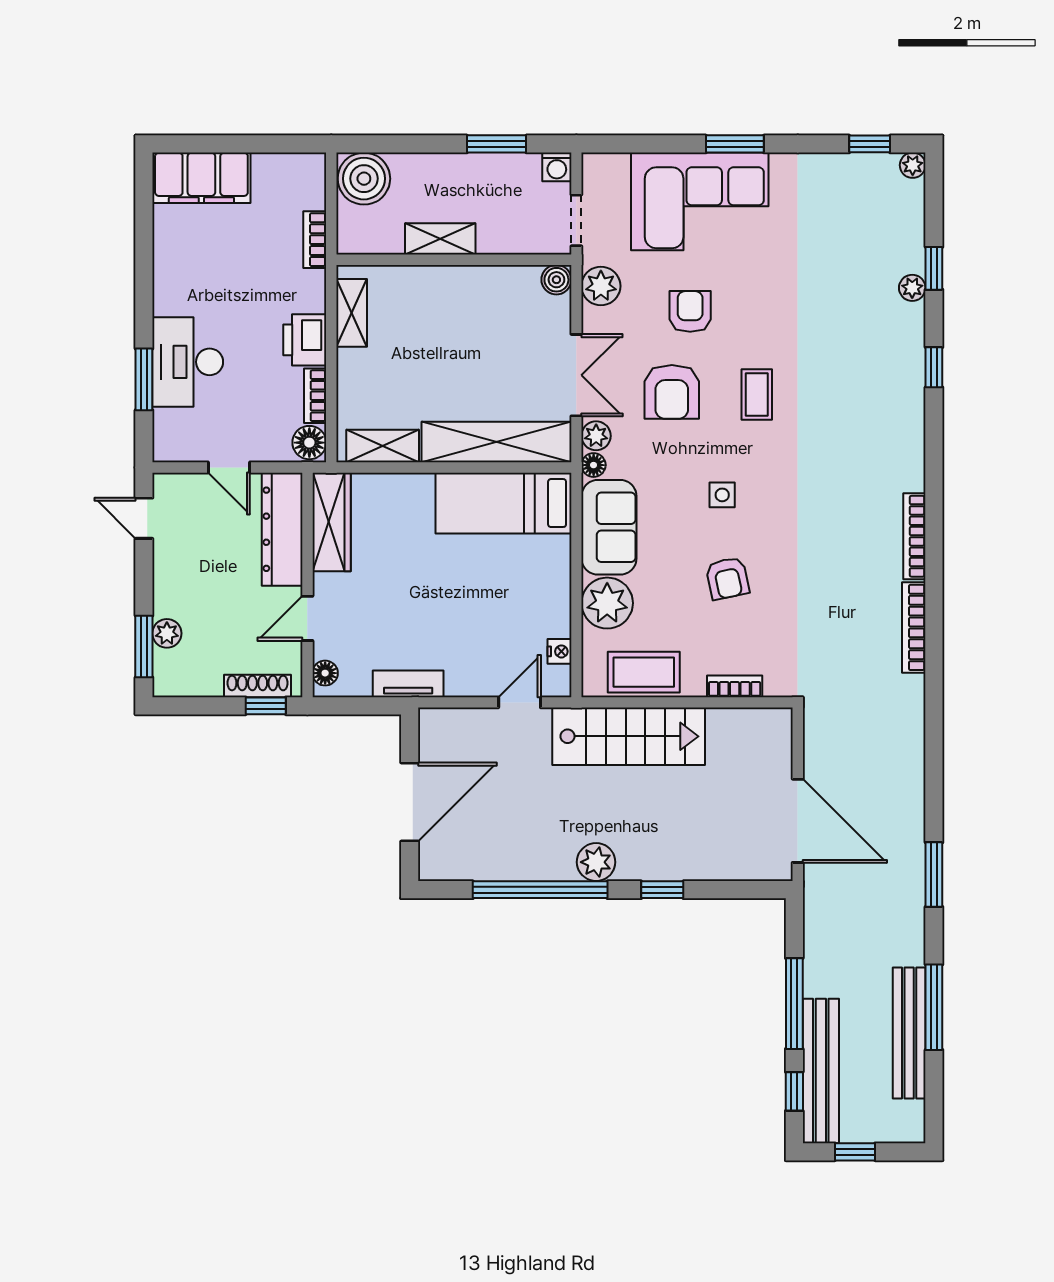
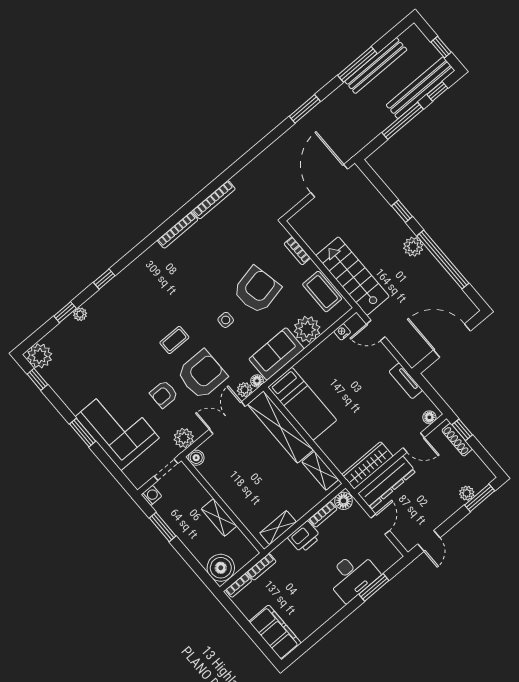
plant: (913, 165) -> (40, 356), width x1.88, depth x1.88
bookcase: (316, 183) -> (239, 585), added
armchair: (672, 392) -> (202, 374), width x1.36, depth x1.36
armchair: (727, 578) -> (257, 290), width x1.88, depth x1.88

